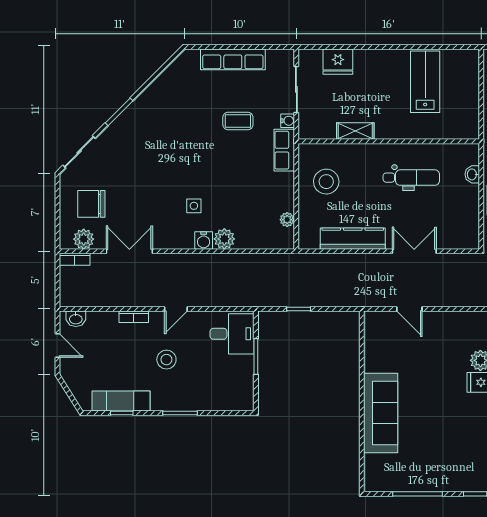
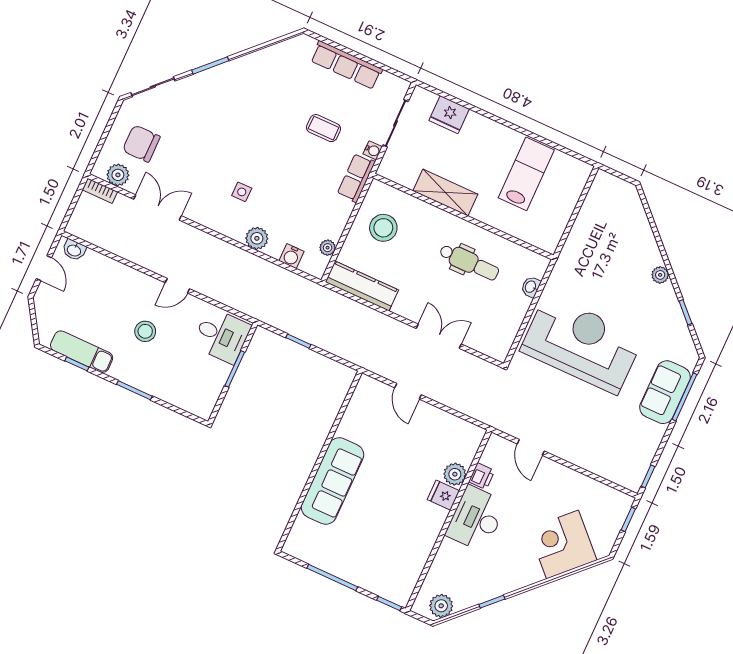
shelving: (355, 131) -> (445, 193), width x1.50, depth x1.33
kitchen counter: (353, 239) -> (362, 286), moved
water cooler: (204, 240) -> (291, 256), moved
bookcase: (134, 317) -> (132, 274), removed

